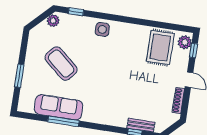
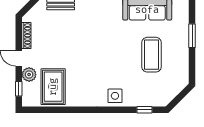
plant: (53, 21) -> (166, 97), removed
plant: (185, 42) -> (29, 75), moved
coffee table: (61, 64) -> (152, 55), turned 49

